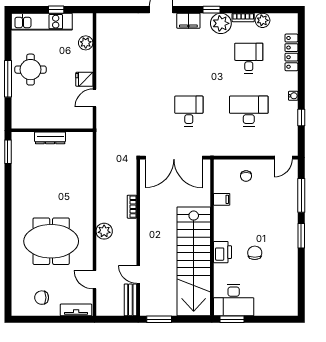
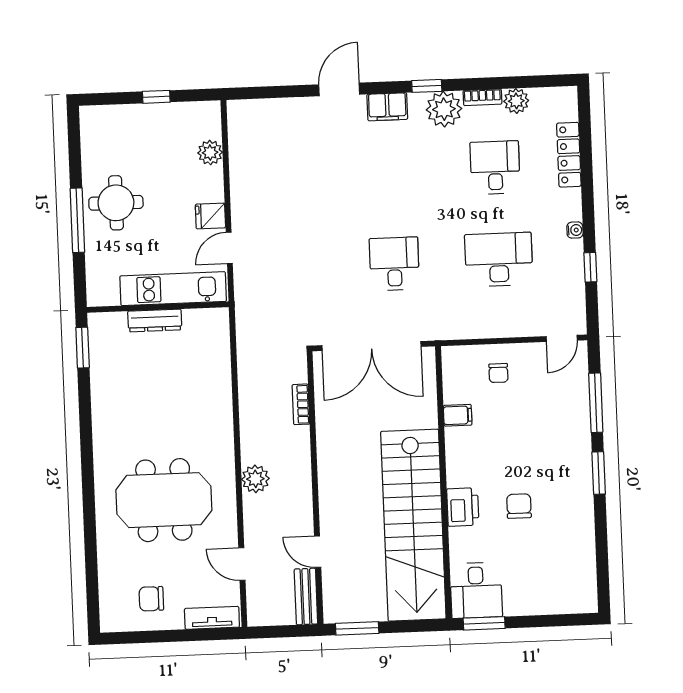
kitchen unit: (42, 22) -> (173, 289), moved, turned 180
bookcase: (132, 207) -> (301, 404), moved
desk: (234, 300) -> (476, 590), width x0.73

